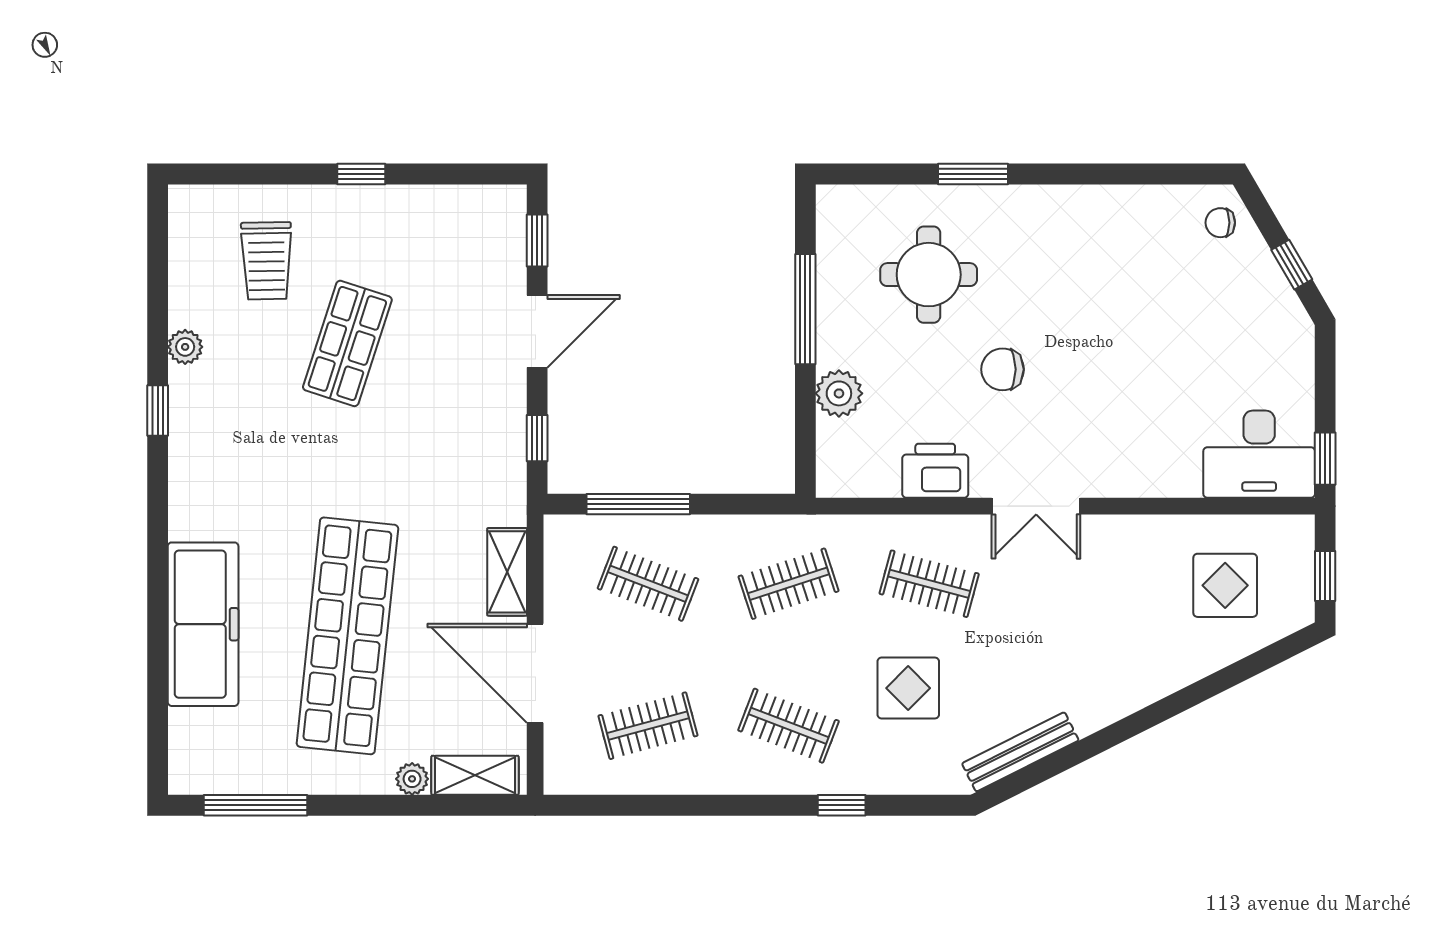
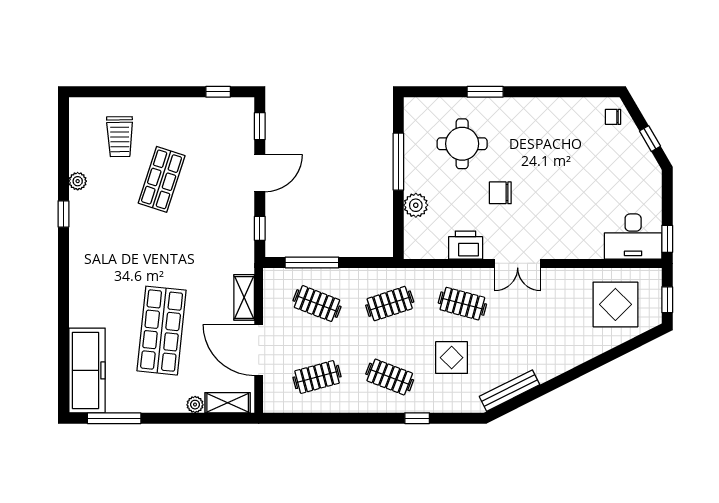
window: (361, 174) -> (218, 92), moved
display table: (1225, 585) -> (615, 304), width x1.36, depth x1.36
freezer: (203, 624) -> (87, 370), moved
shop shelf: (347, 636) -> (162, 331), width x0.71

